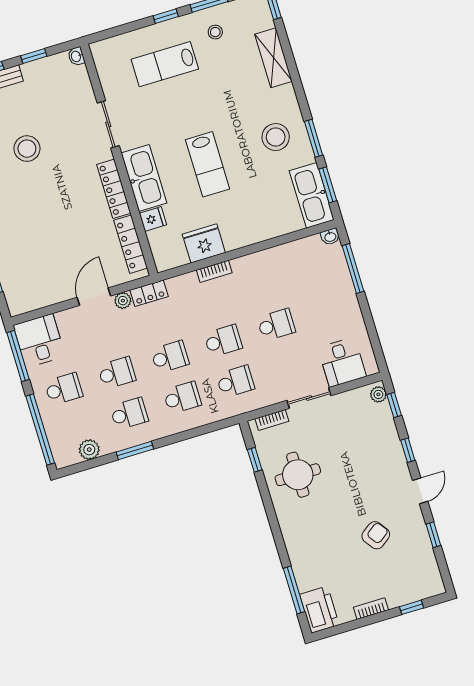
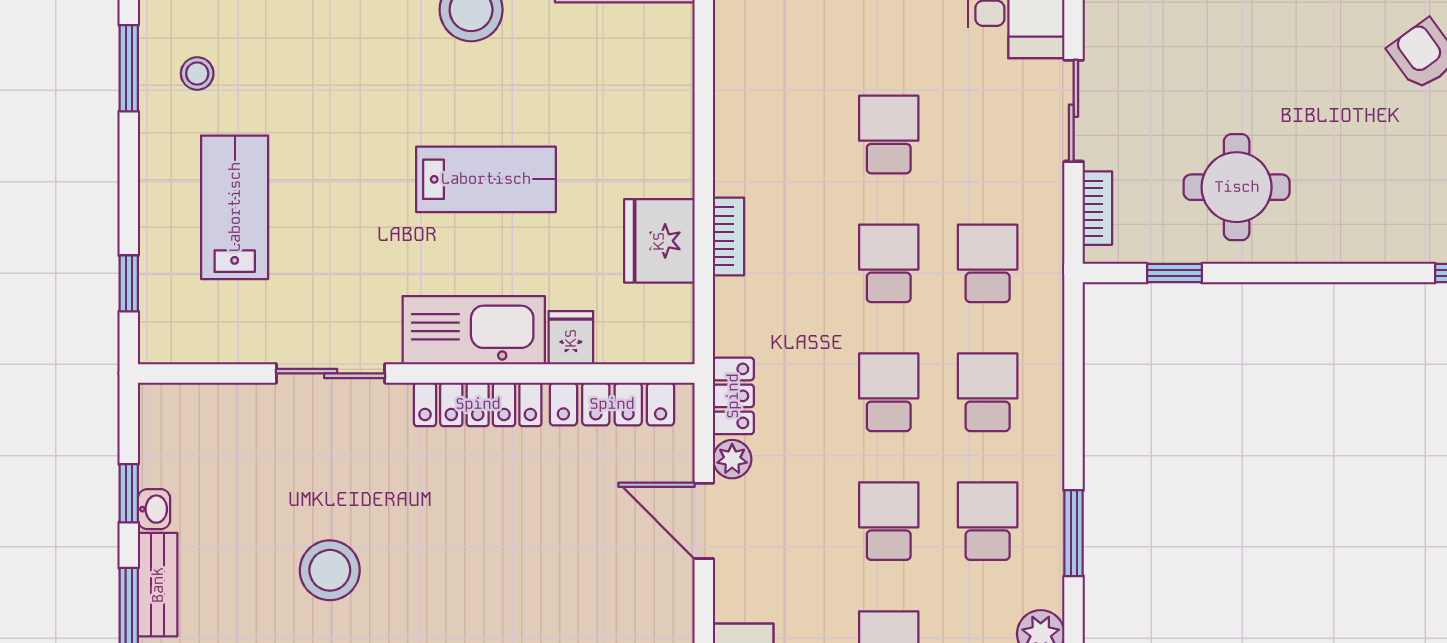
window: (166, 16) -> (129, 283), moved
washbasin: (76, 56) -> (154, 509), moved, turned -90
lab bench: (165, 64) -> (235, 207), turned 180

